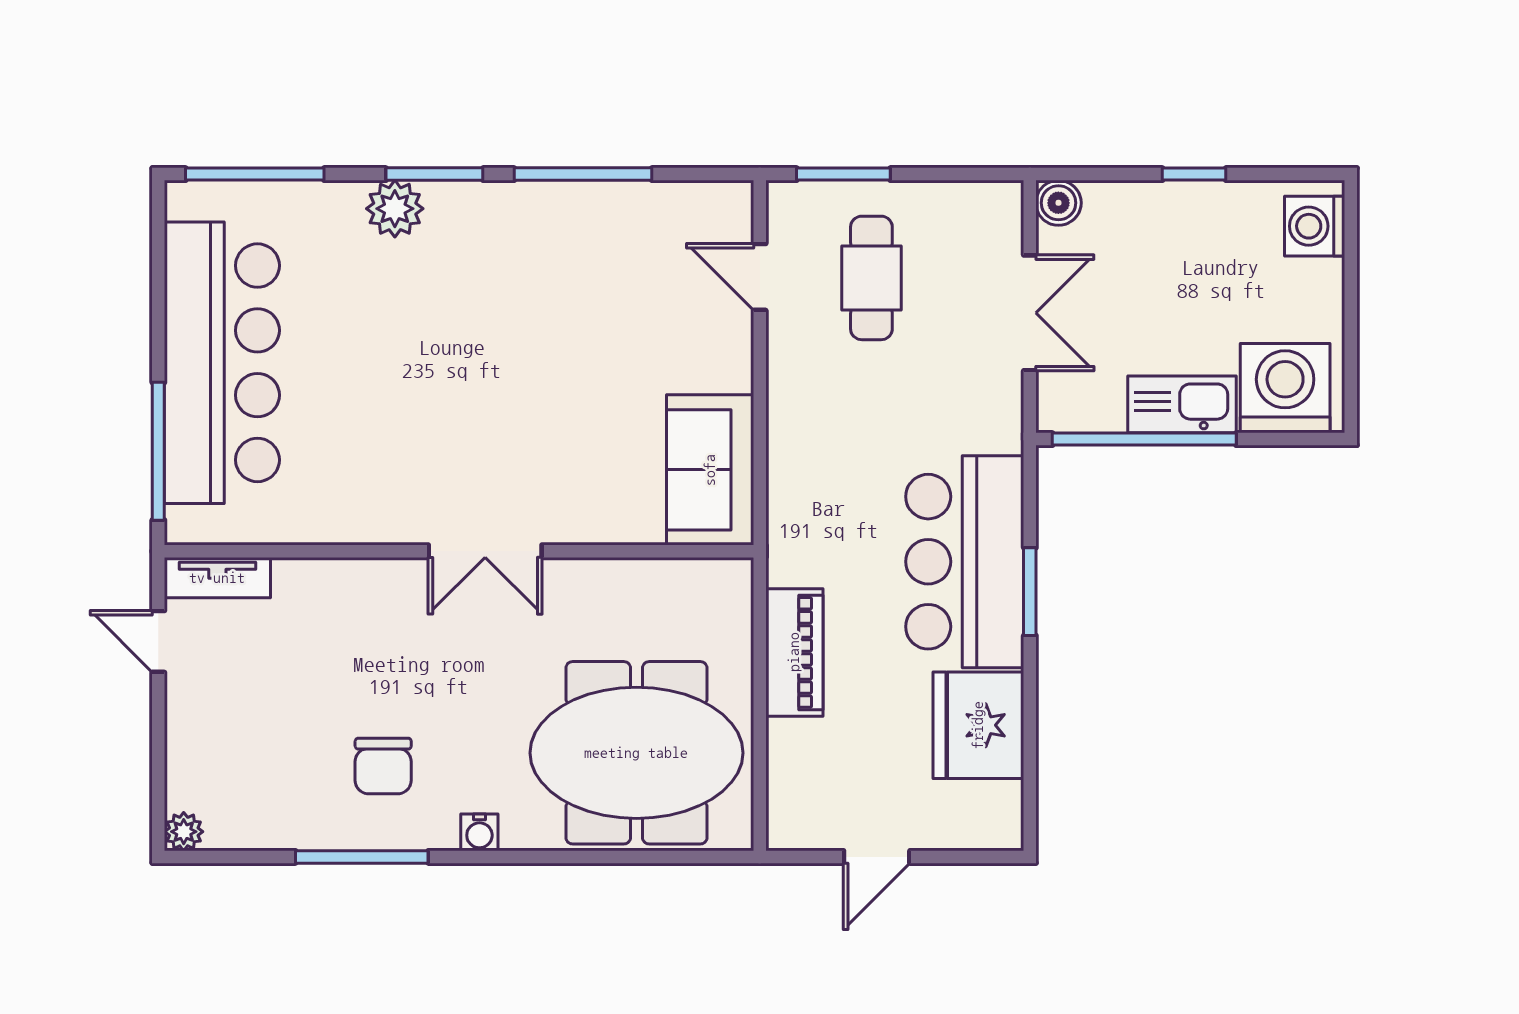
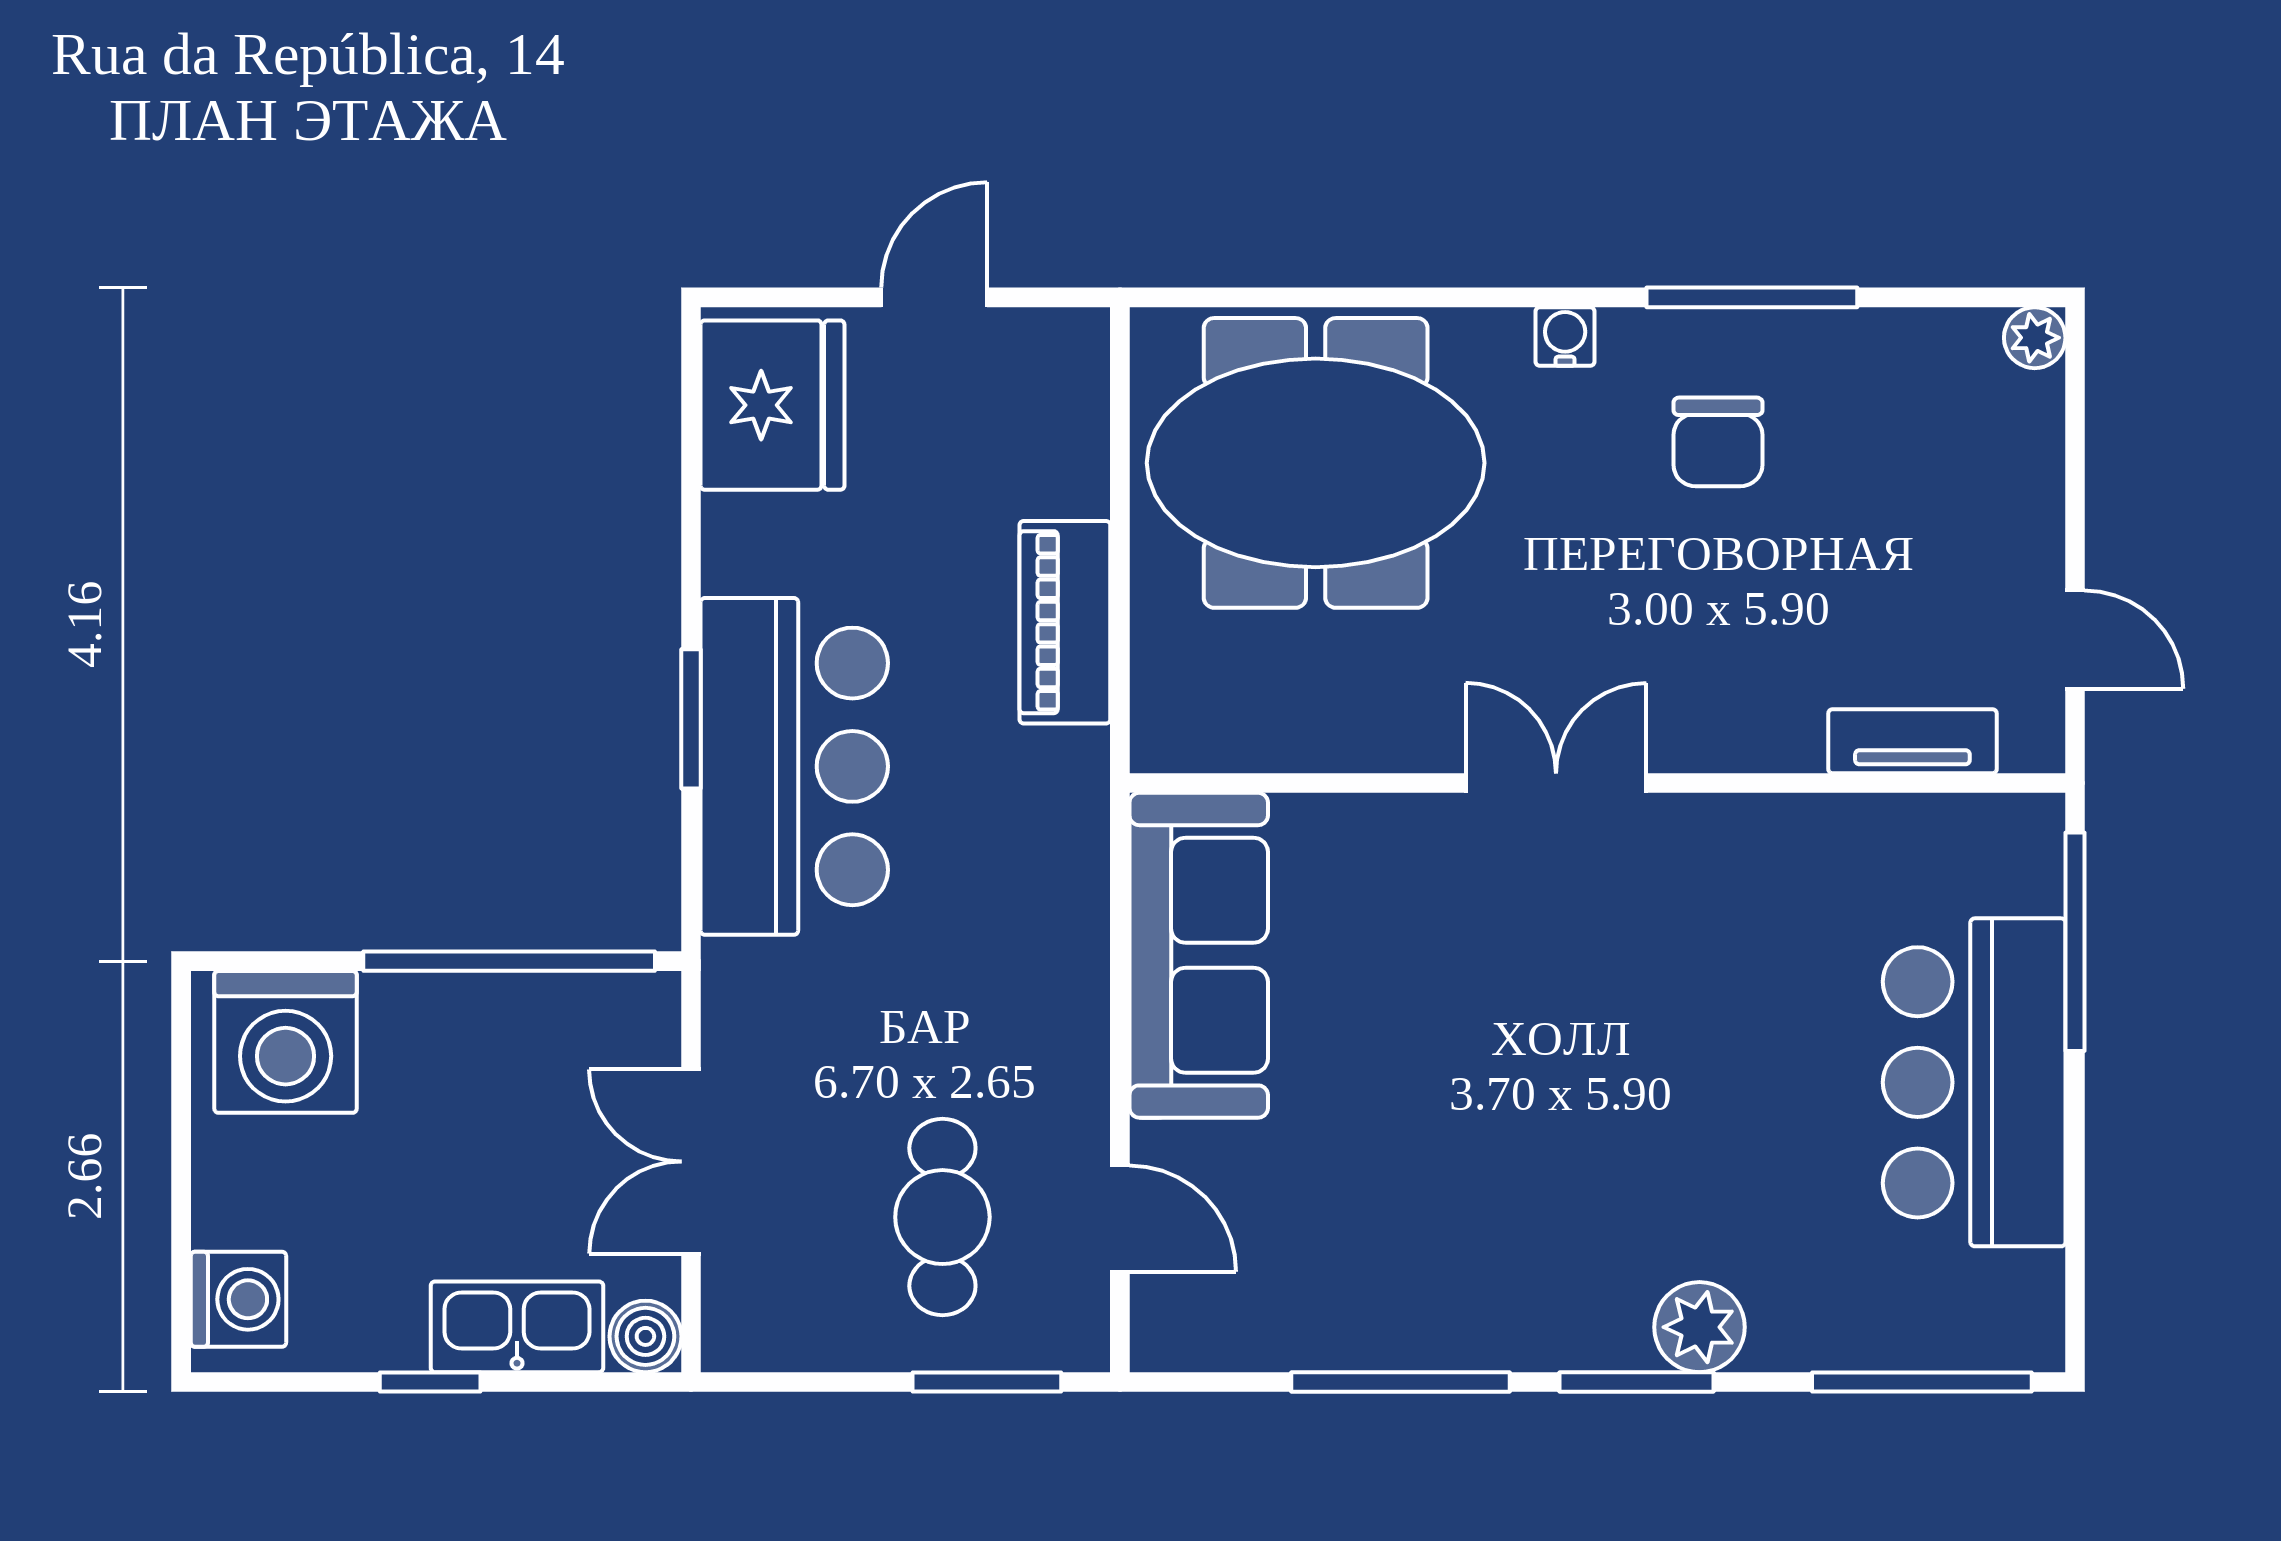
bar counter: (222, 363) -> (1974, 1082), width x0.73
kitchen sink: (1182, 404) -> (517, 1327), moved, turned 180
sofa: (710, 470) -> (1199, 955), width x1.36
tv unit: (217, 578) -> (1912, 741), moved
fridge: (978, 725) -> (773, 405), moved
chair: (383, 766) -> (1718, 442), turned 180

